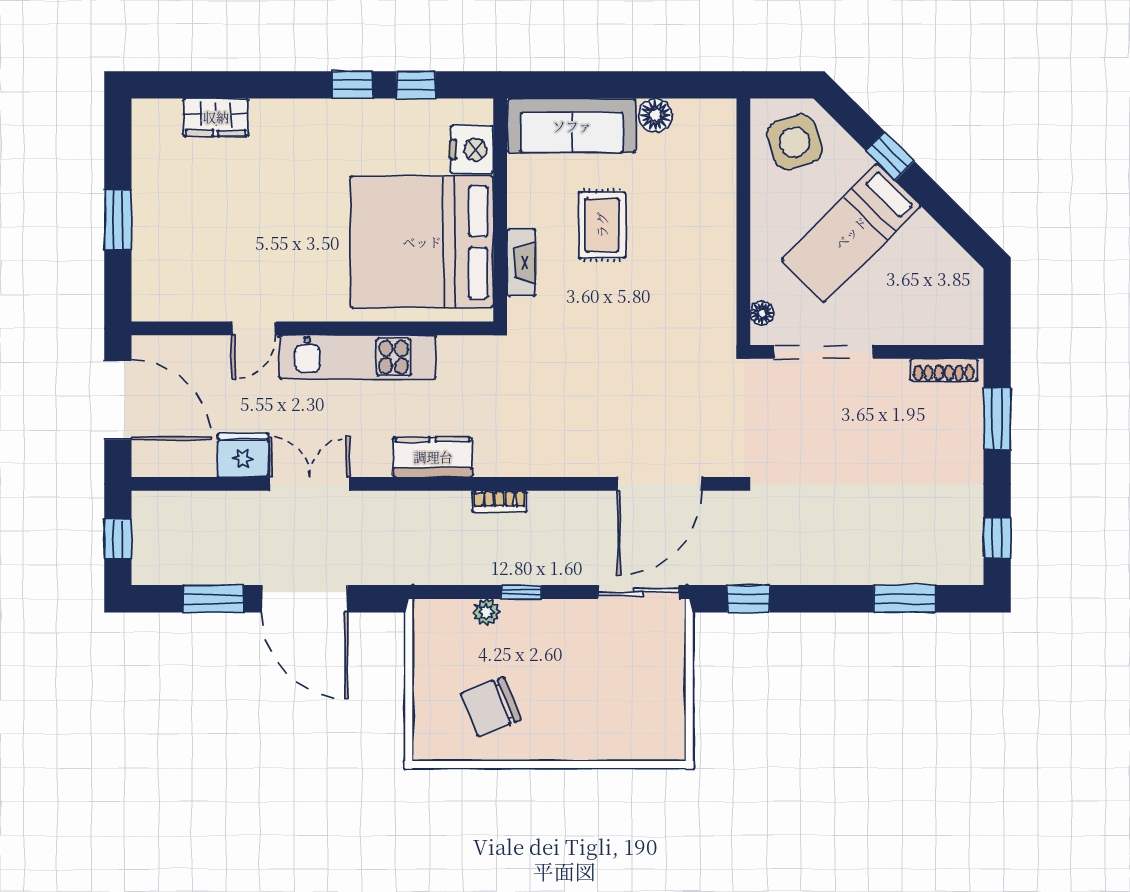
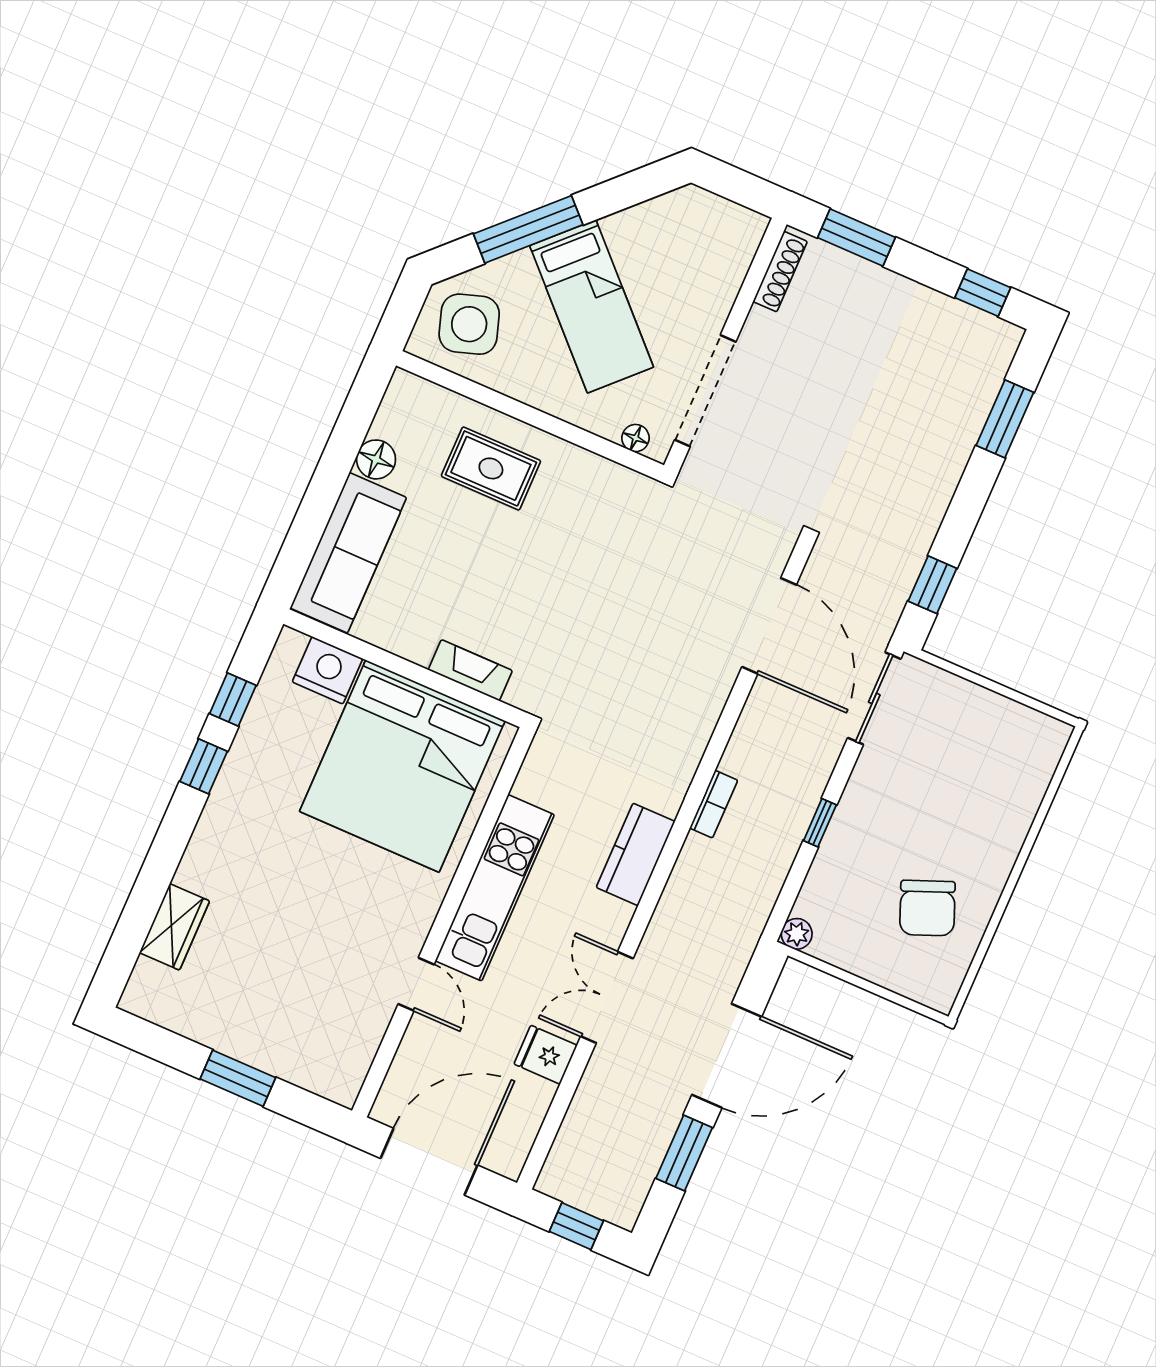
window: (890, 156) -> (528, 229), width x2.17
rug: (602, 225) -> (491, 468), moved
fridge: (243, 455) -> (546, 1055), width x0.72
plant: (486, 612) -> (797, 934), moved

